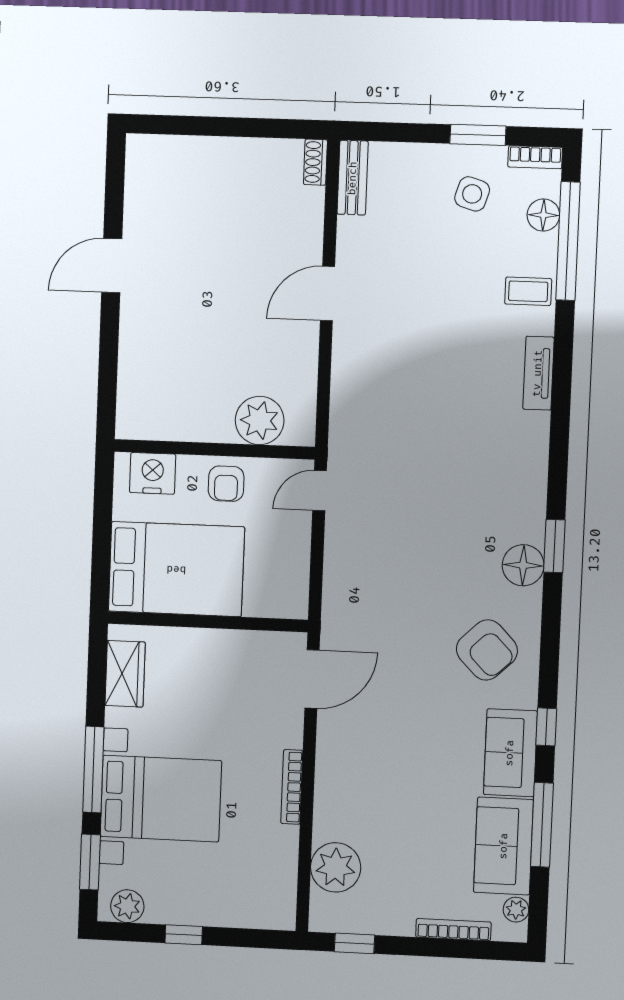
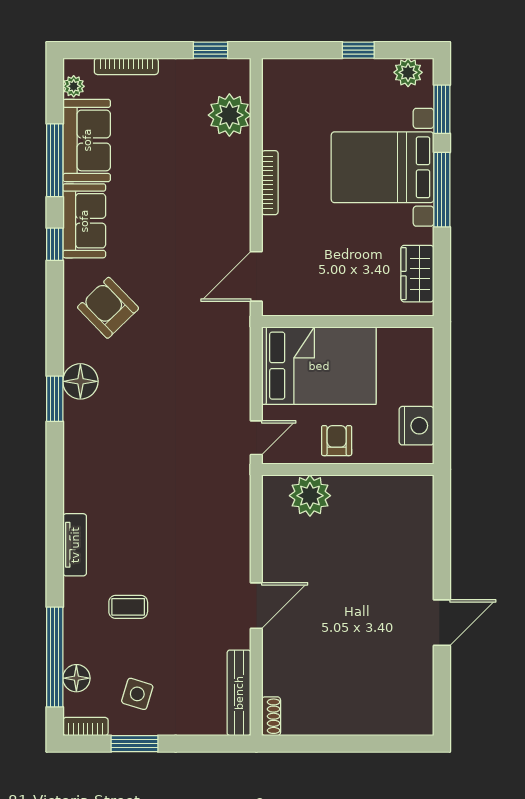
bench: (353, 178) -> (239, 693), width x1.36
coffee table: (528, 291) -> (128, 607), moved
nightstand: (153, 473) -> (416, 426), moved, turned -90
bed: (176, 569) -> (319, 366), moved, turned 180

